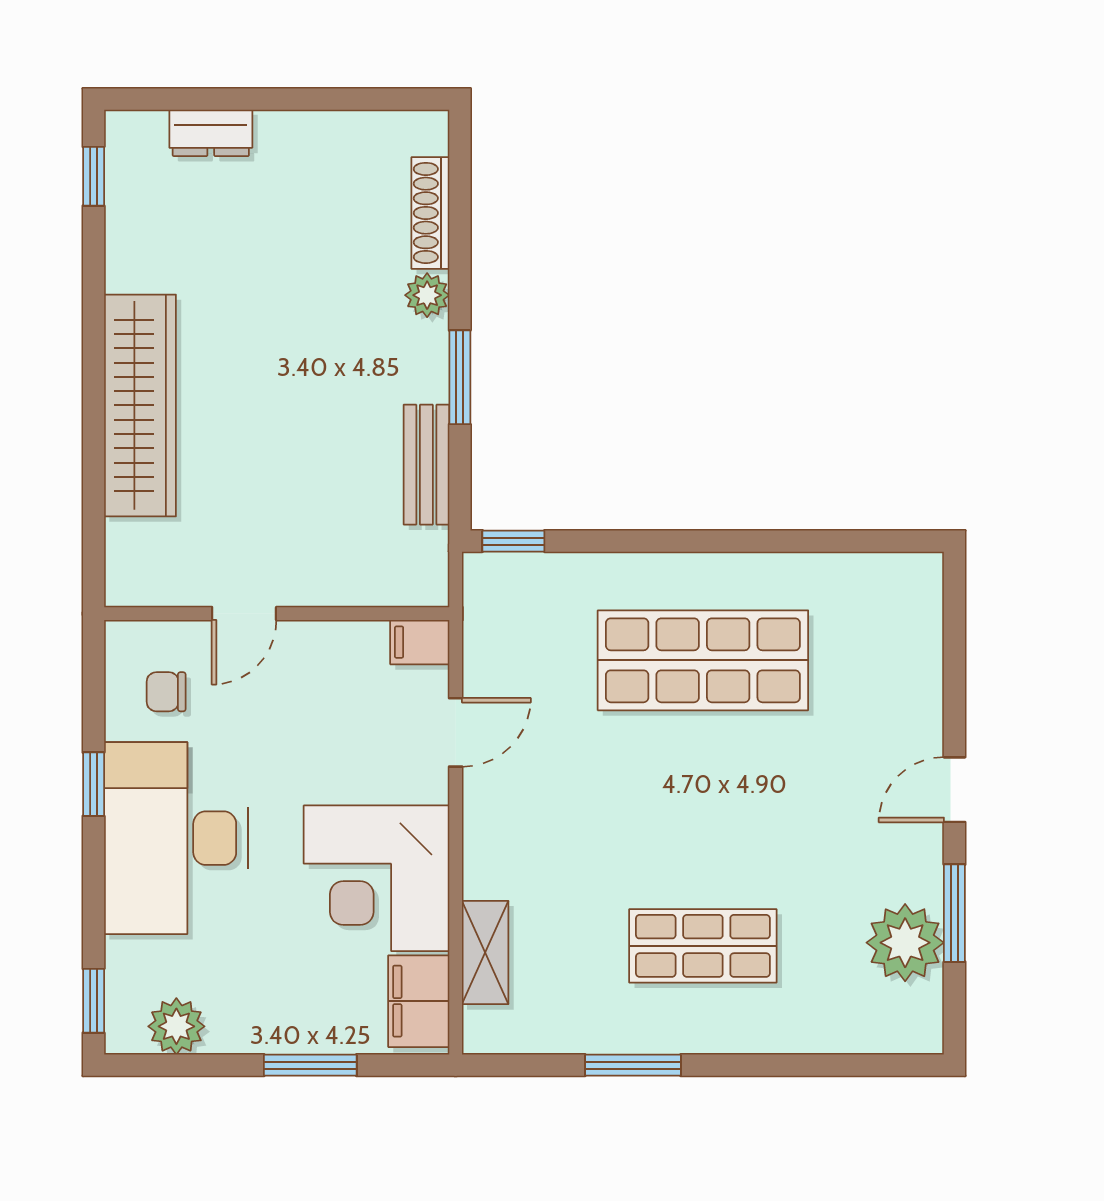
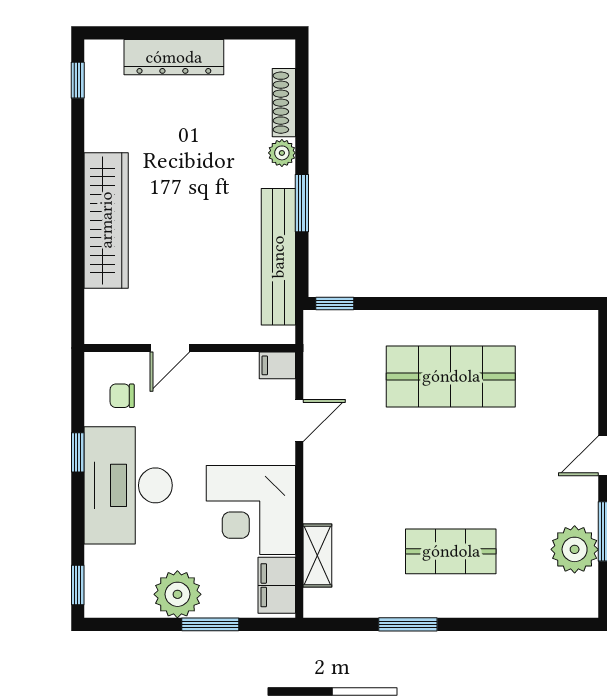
dresser: (211, 133) -> (174, 57), width x1.96, depth x1.24
bench: (426, 465) -> (278, 257), width x1.86, depth x1.21
plant: (176, 1026) -> (177, 594), moved, width x1.36, depth x1.36

